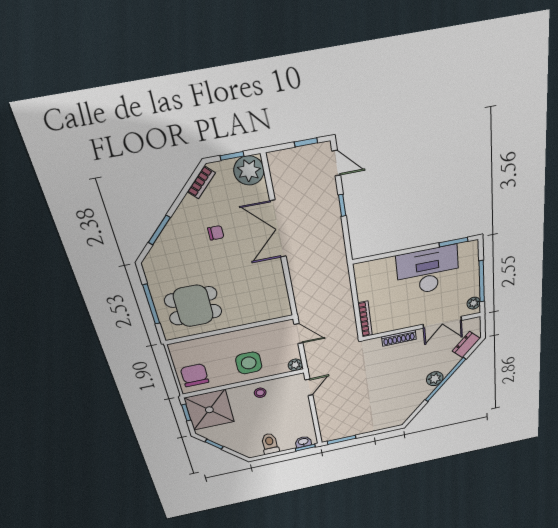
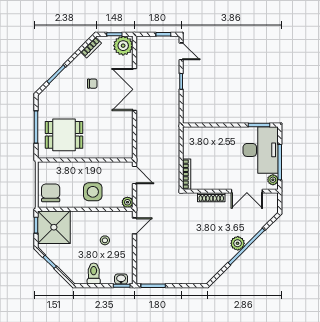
desk: (428, 271) -> (261, 150), moved, turned 90
dresser: (466, 345) -> (265, 217), removed
stool: (260, 393) -> (105, 240), moved

